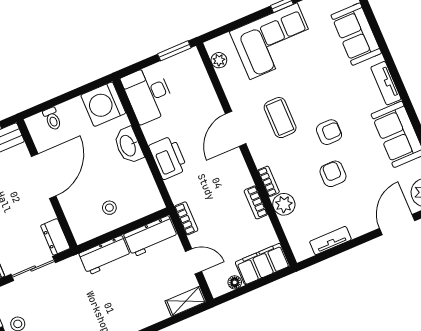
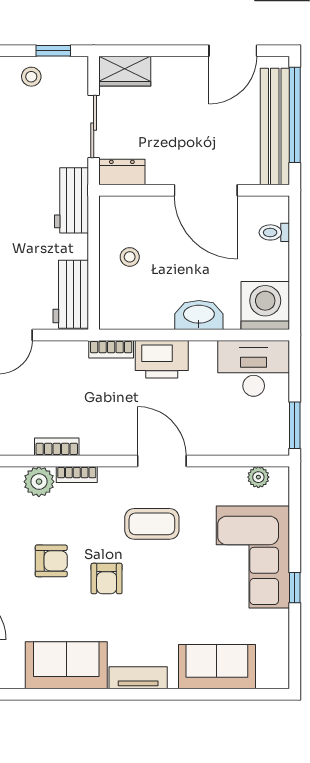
bookcase: (186, 218) -> (111, 349), moved
workbench: (105, 255) -> (71, 200), moved

